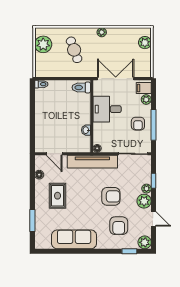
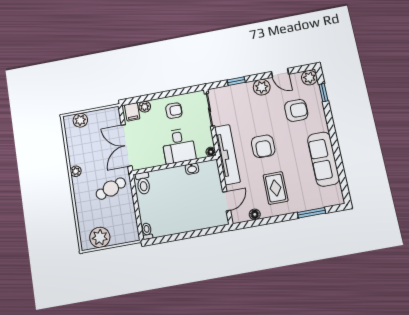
cafe table: (74, 50) -> (111, 189), moved
desk: (107, 109) -> (179, 146), moved
window: (153, 125) -> (172, 93), removed
plant: (146, 189) -> (247, 87), removed
rug: (58, 196) -> (276, 188), turned 90
armchair: (111, 196) -> (263, 146), moved, turned 180
door: (153, 219) -> (280, 73), swing flipped

